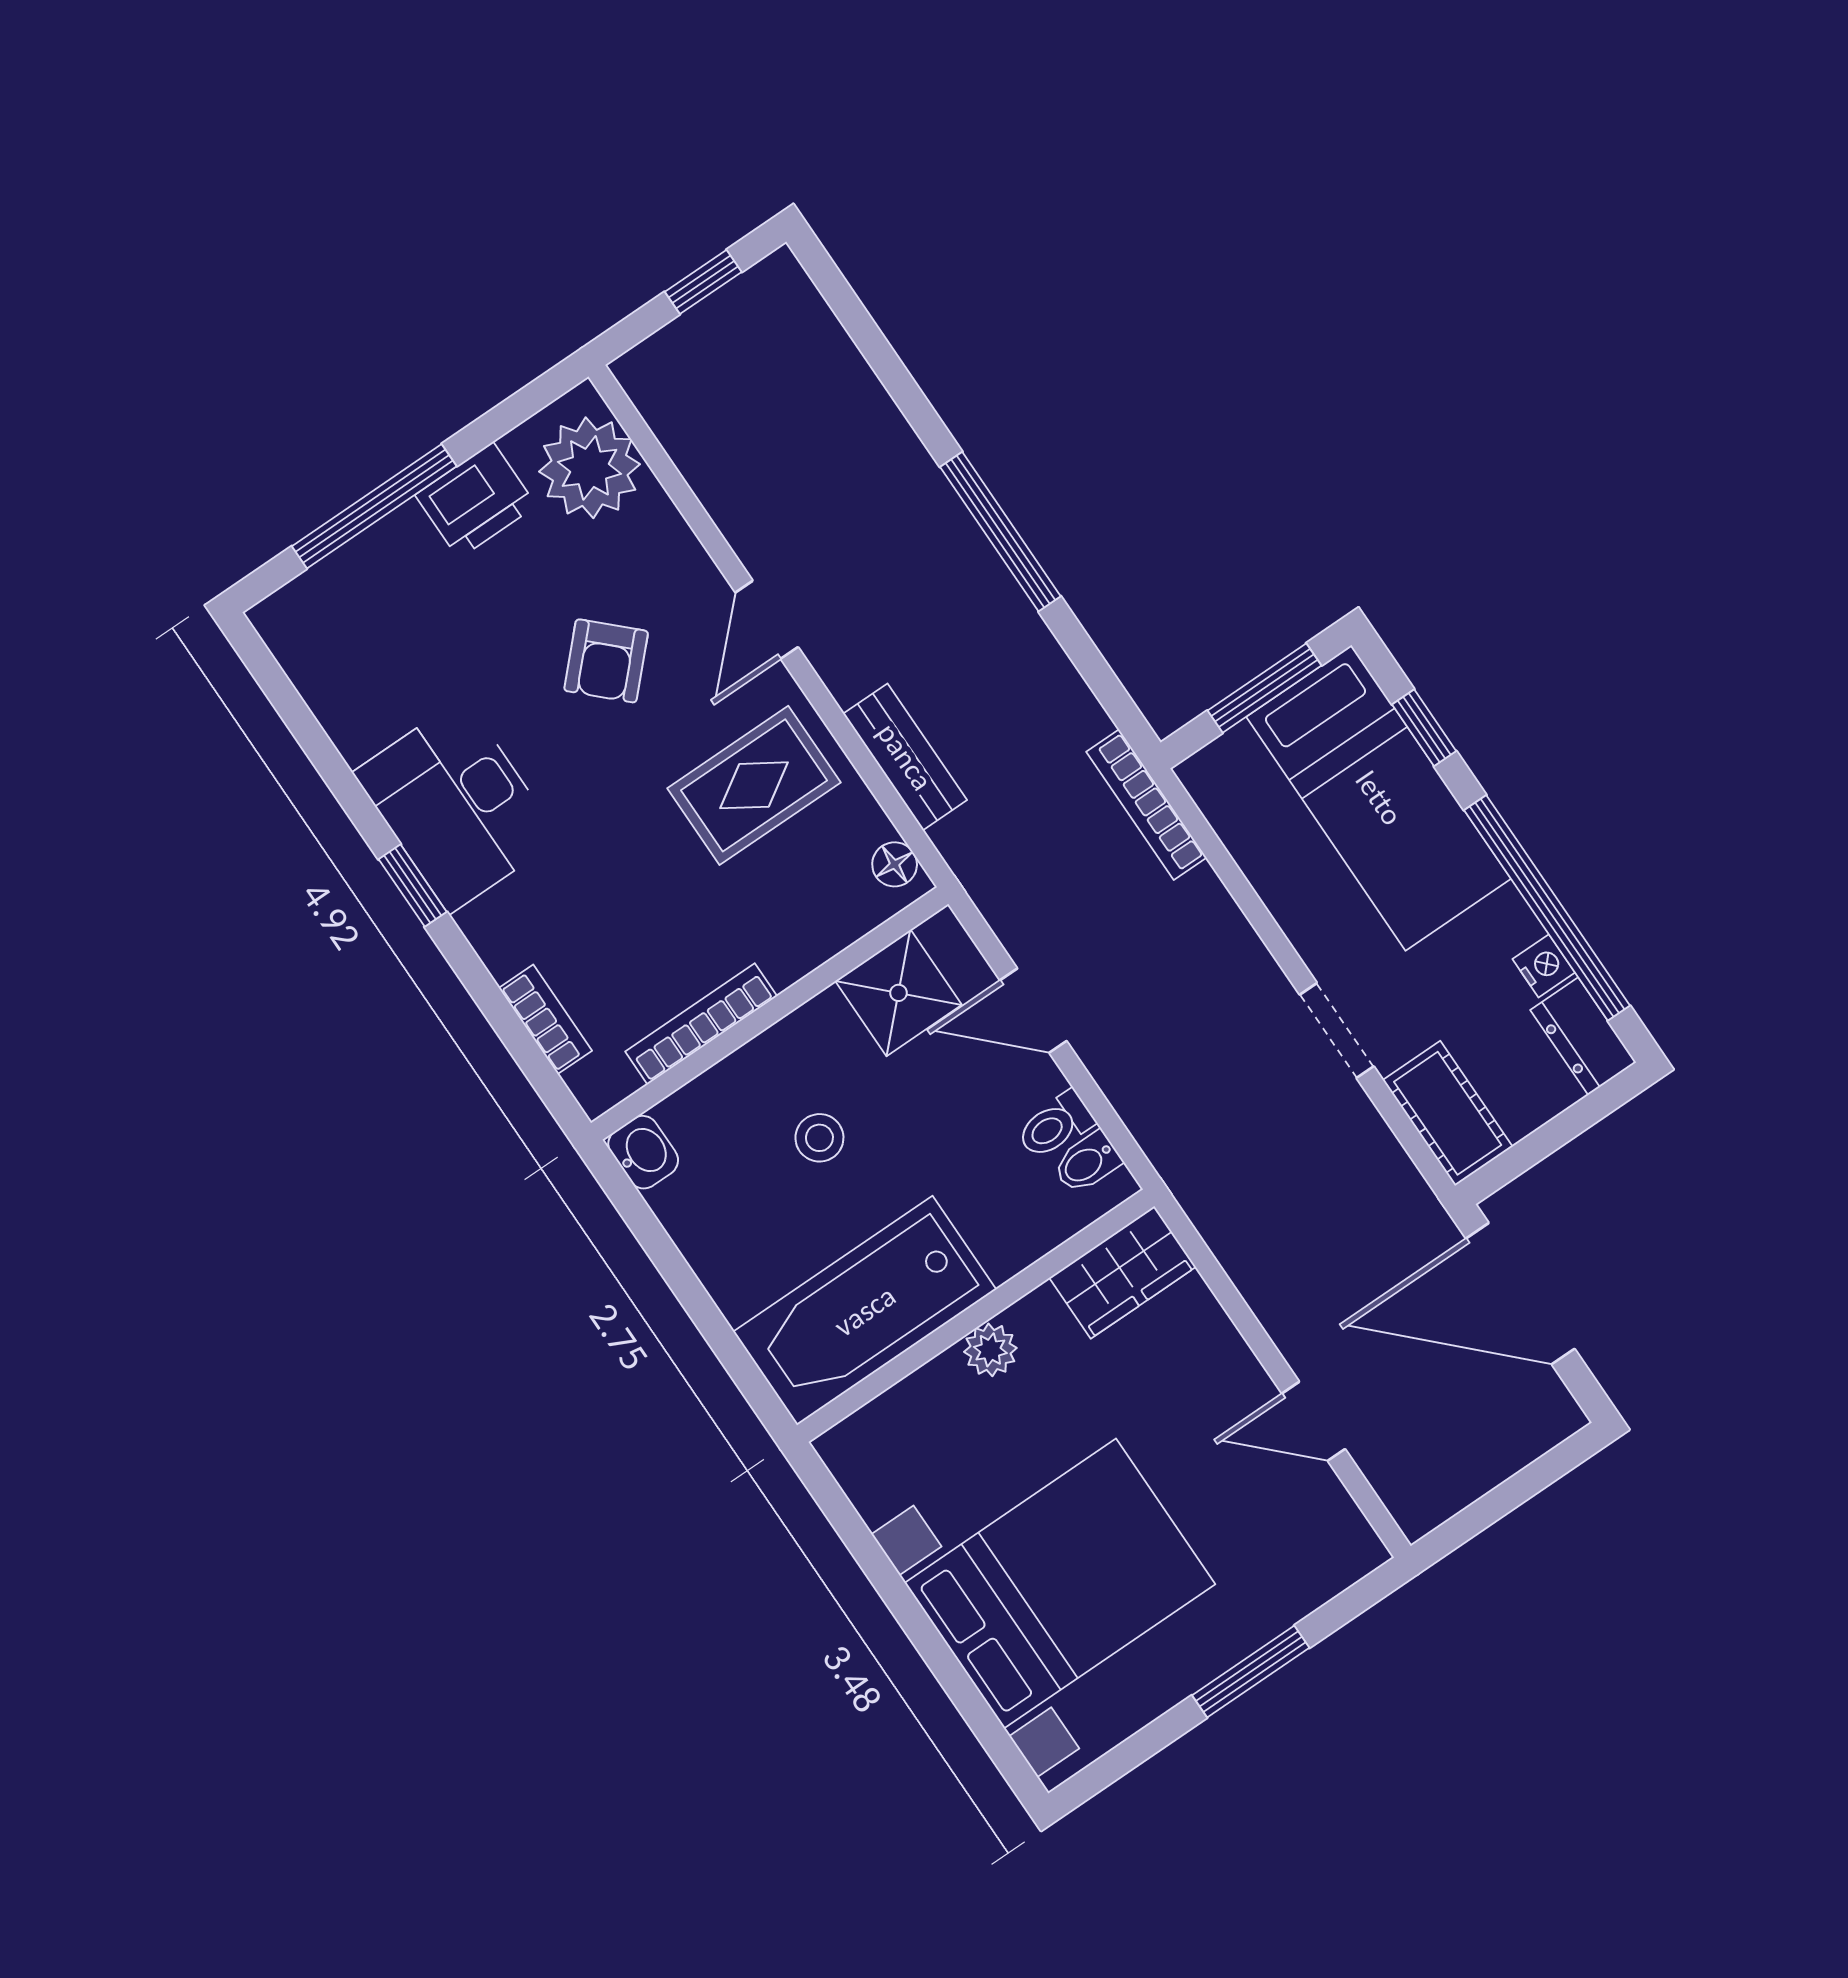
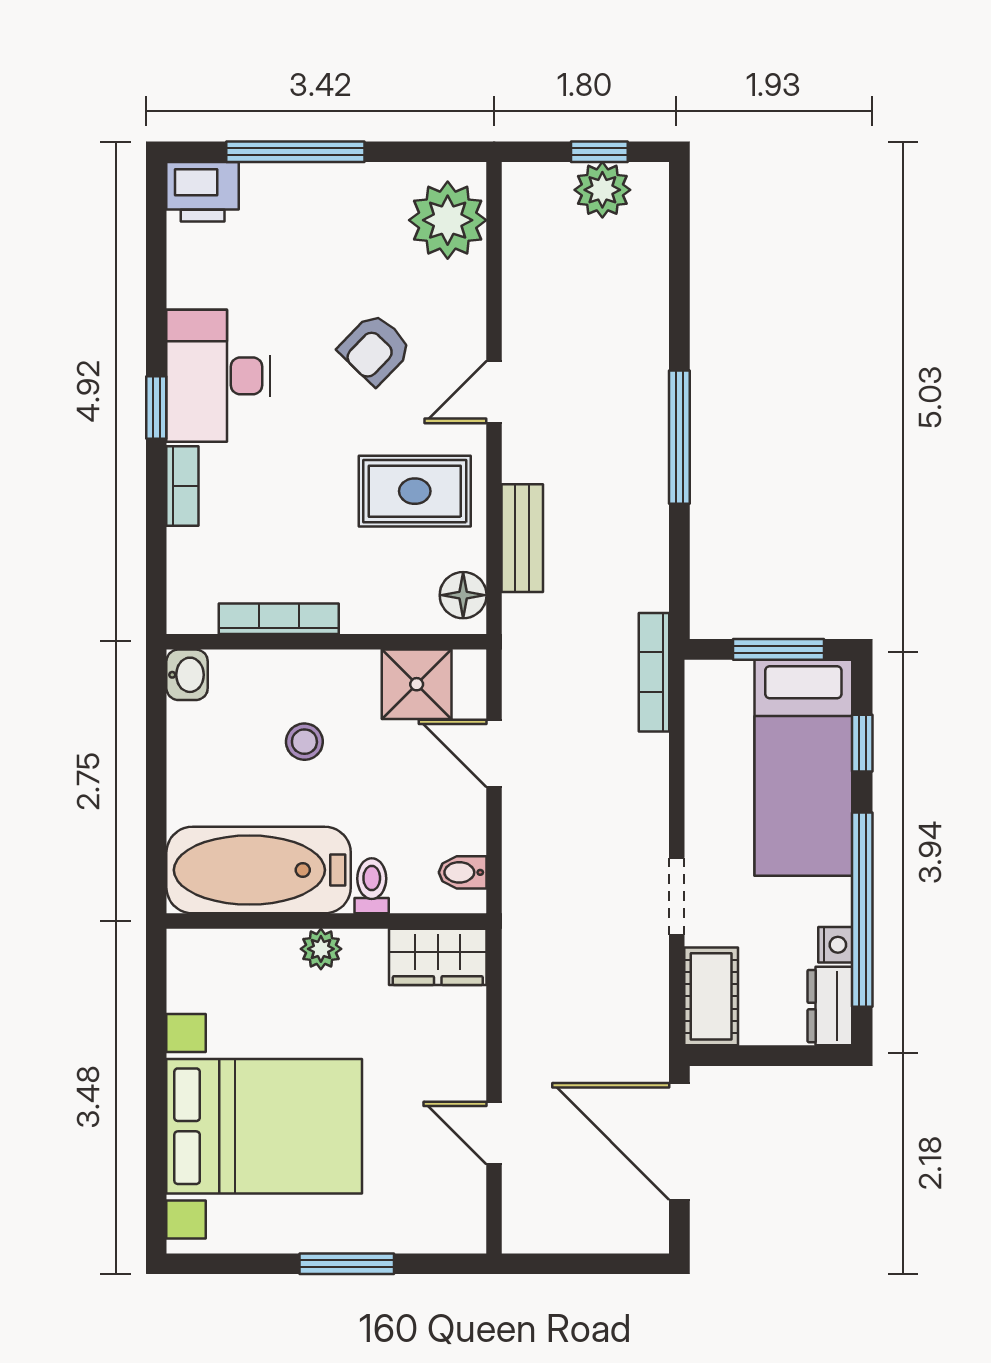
plant: (735, 321) -> (602, 190), added
printer: (476, 500) -> (203, 192), moved
floor lamp: (895, 864) -> (463, 595), width x1.37, depth x1.37
bookcase: (545, 1019) -> (182, 486), moved
toilet: (1055, 1125) -> (372, 886), moved, turned 90

